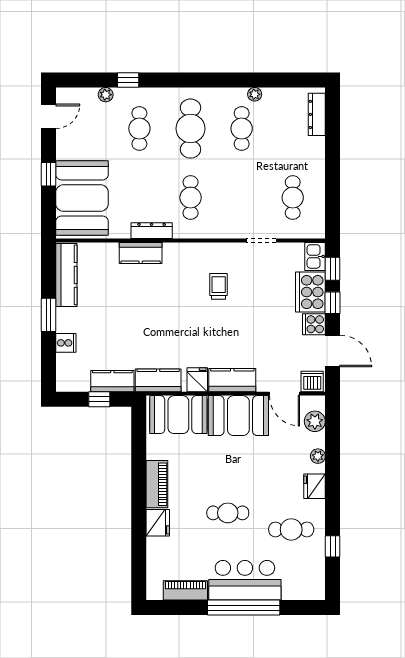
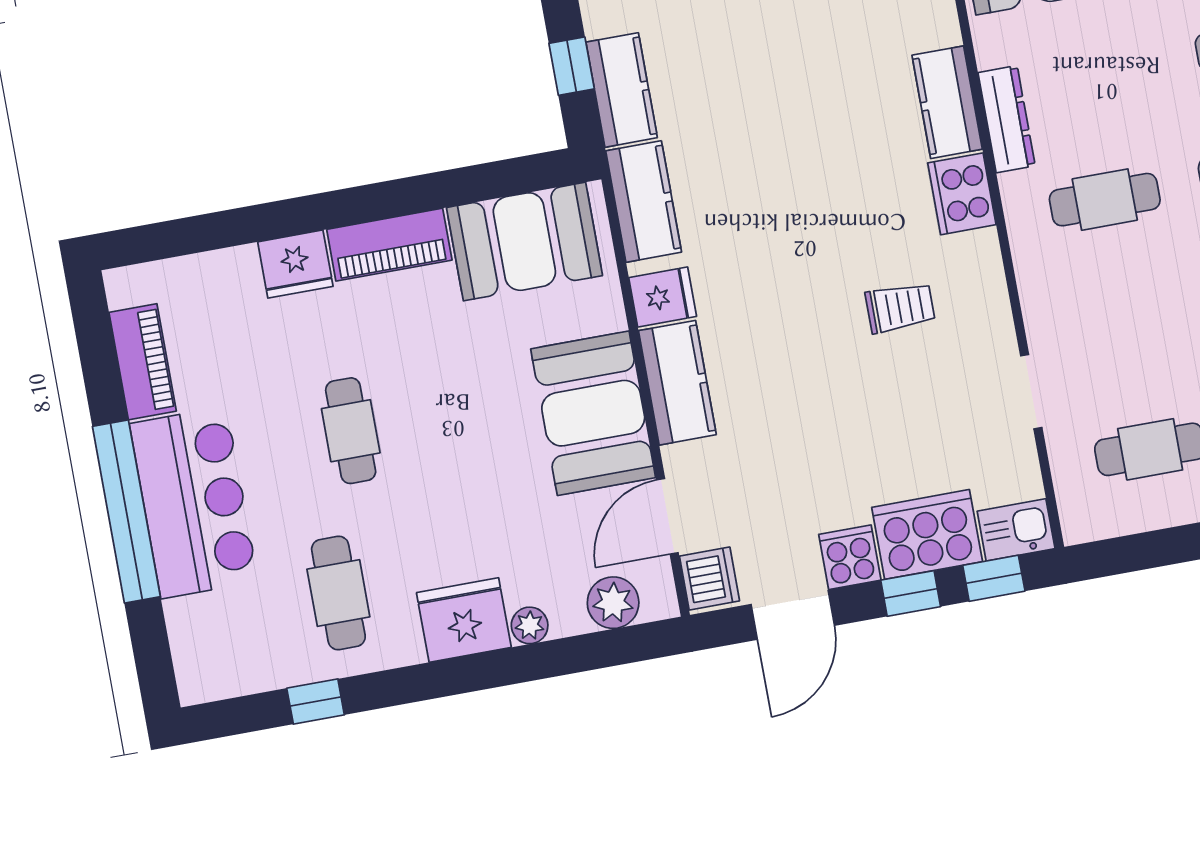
cooker: (178, 254) -> (962, 194), added
booth: (178, 415) -> (524, 242), moved, turned 90
fridge: (315, 486) -> (464, 620), width x1.36, depth x1.34

